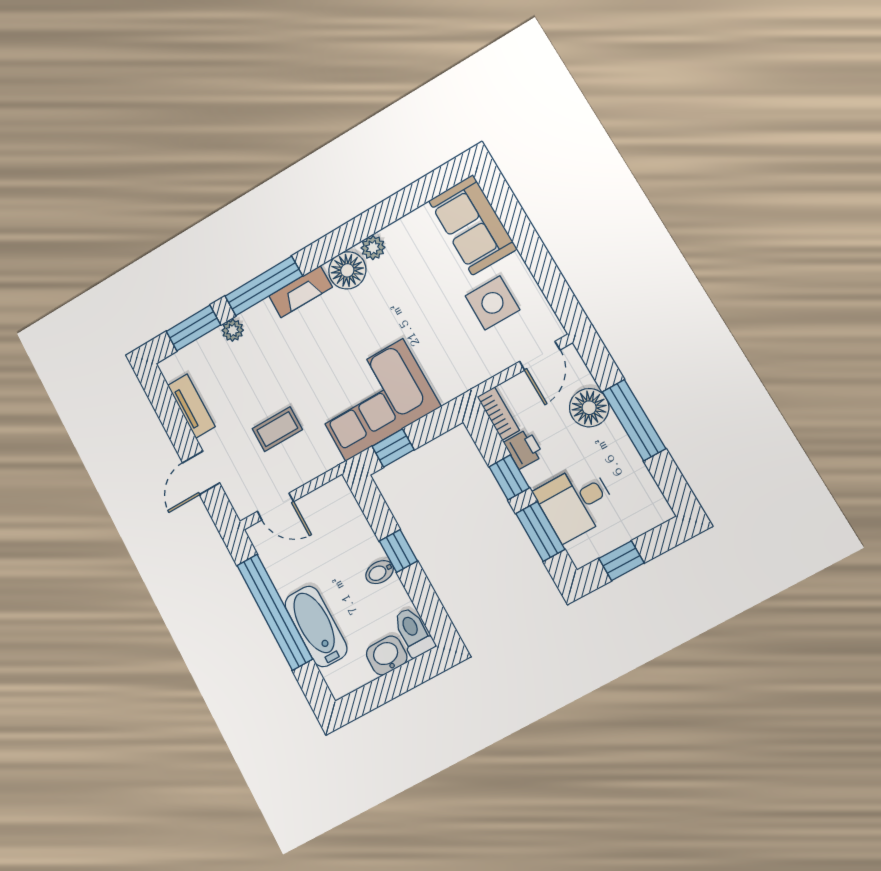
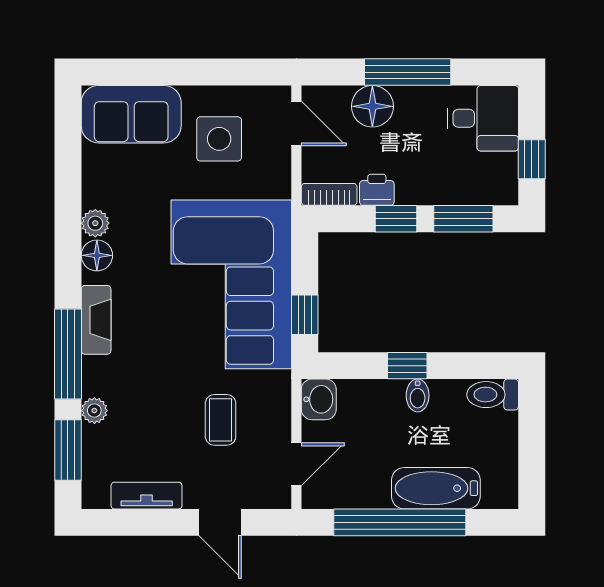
floor lamp: (347, 270) -> (97, 255), width x0.73, depth x0.73
corner sofa: (374, 400) -> (231, 284), width x1.36, depth x1.36
desk: (576, 502) -> (483, 118), moved, turned -90
washbasin: (387, 655) -> (319, 399), moved, turned 180

